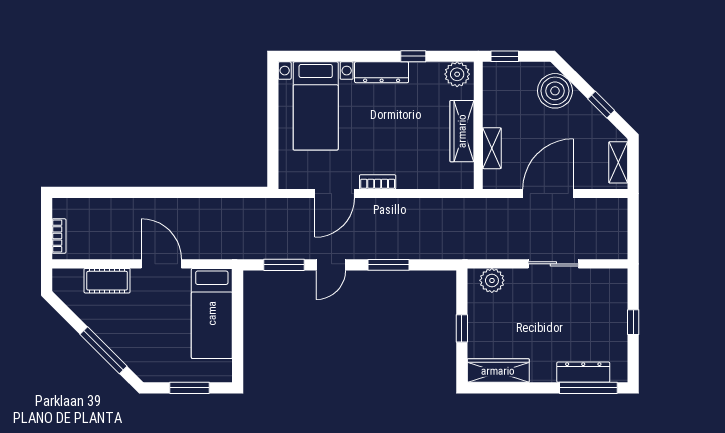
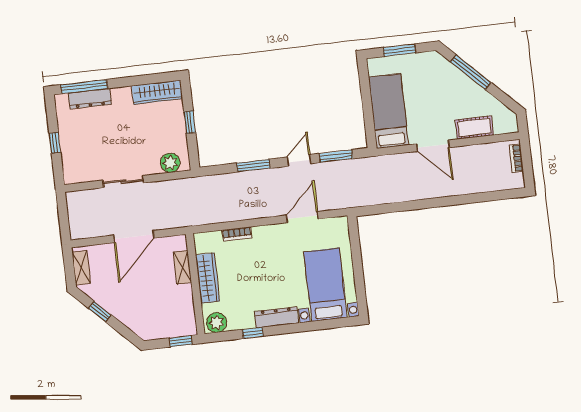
boiler: (555, 91) -> (138, 318), removed
bookcase: (378, 182) -> (237, 234), moved

